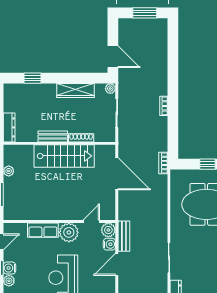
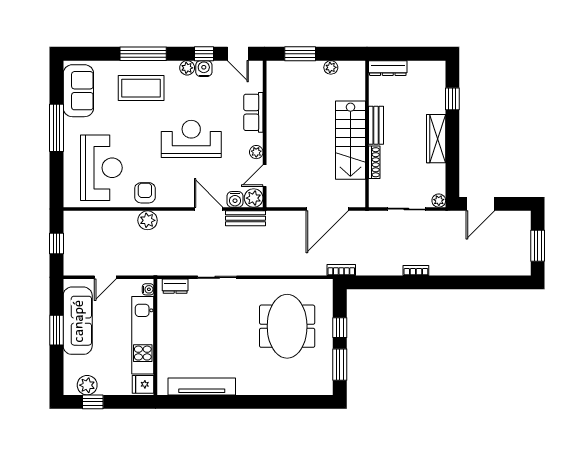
wardrobe: (76, 91) -> (436, 139), moved
door: (91, 222) -> (265, 176), swing flipped
plant: (69, 232) -> (256, 152), width x0.53, depth x0.53

